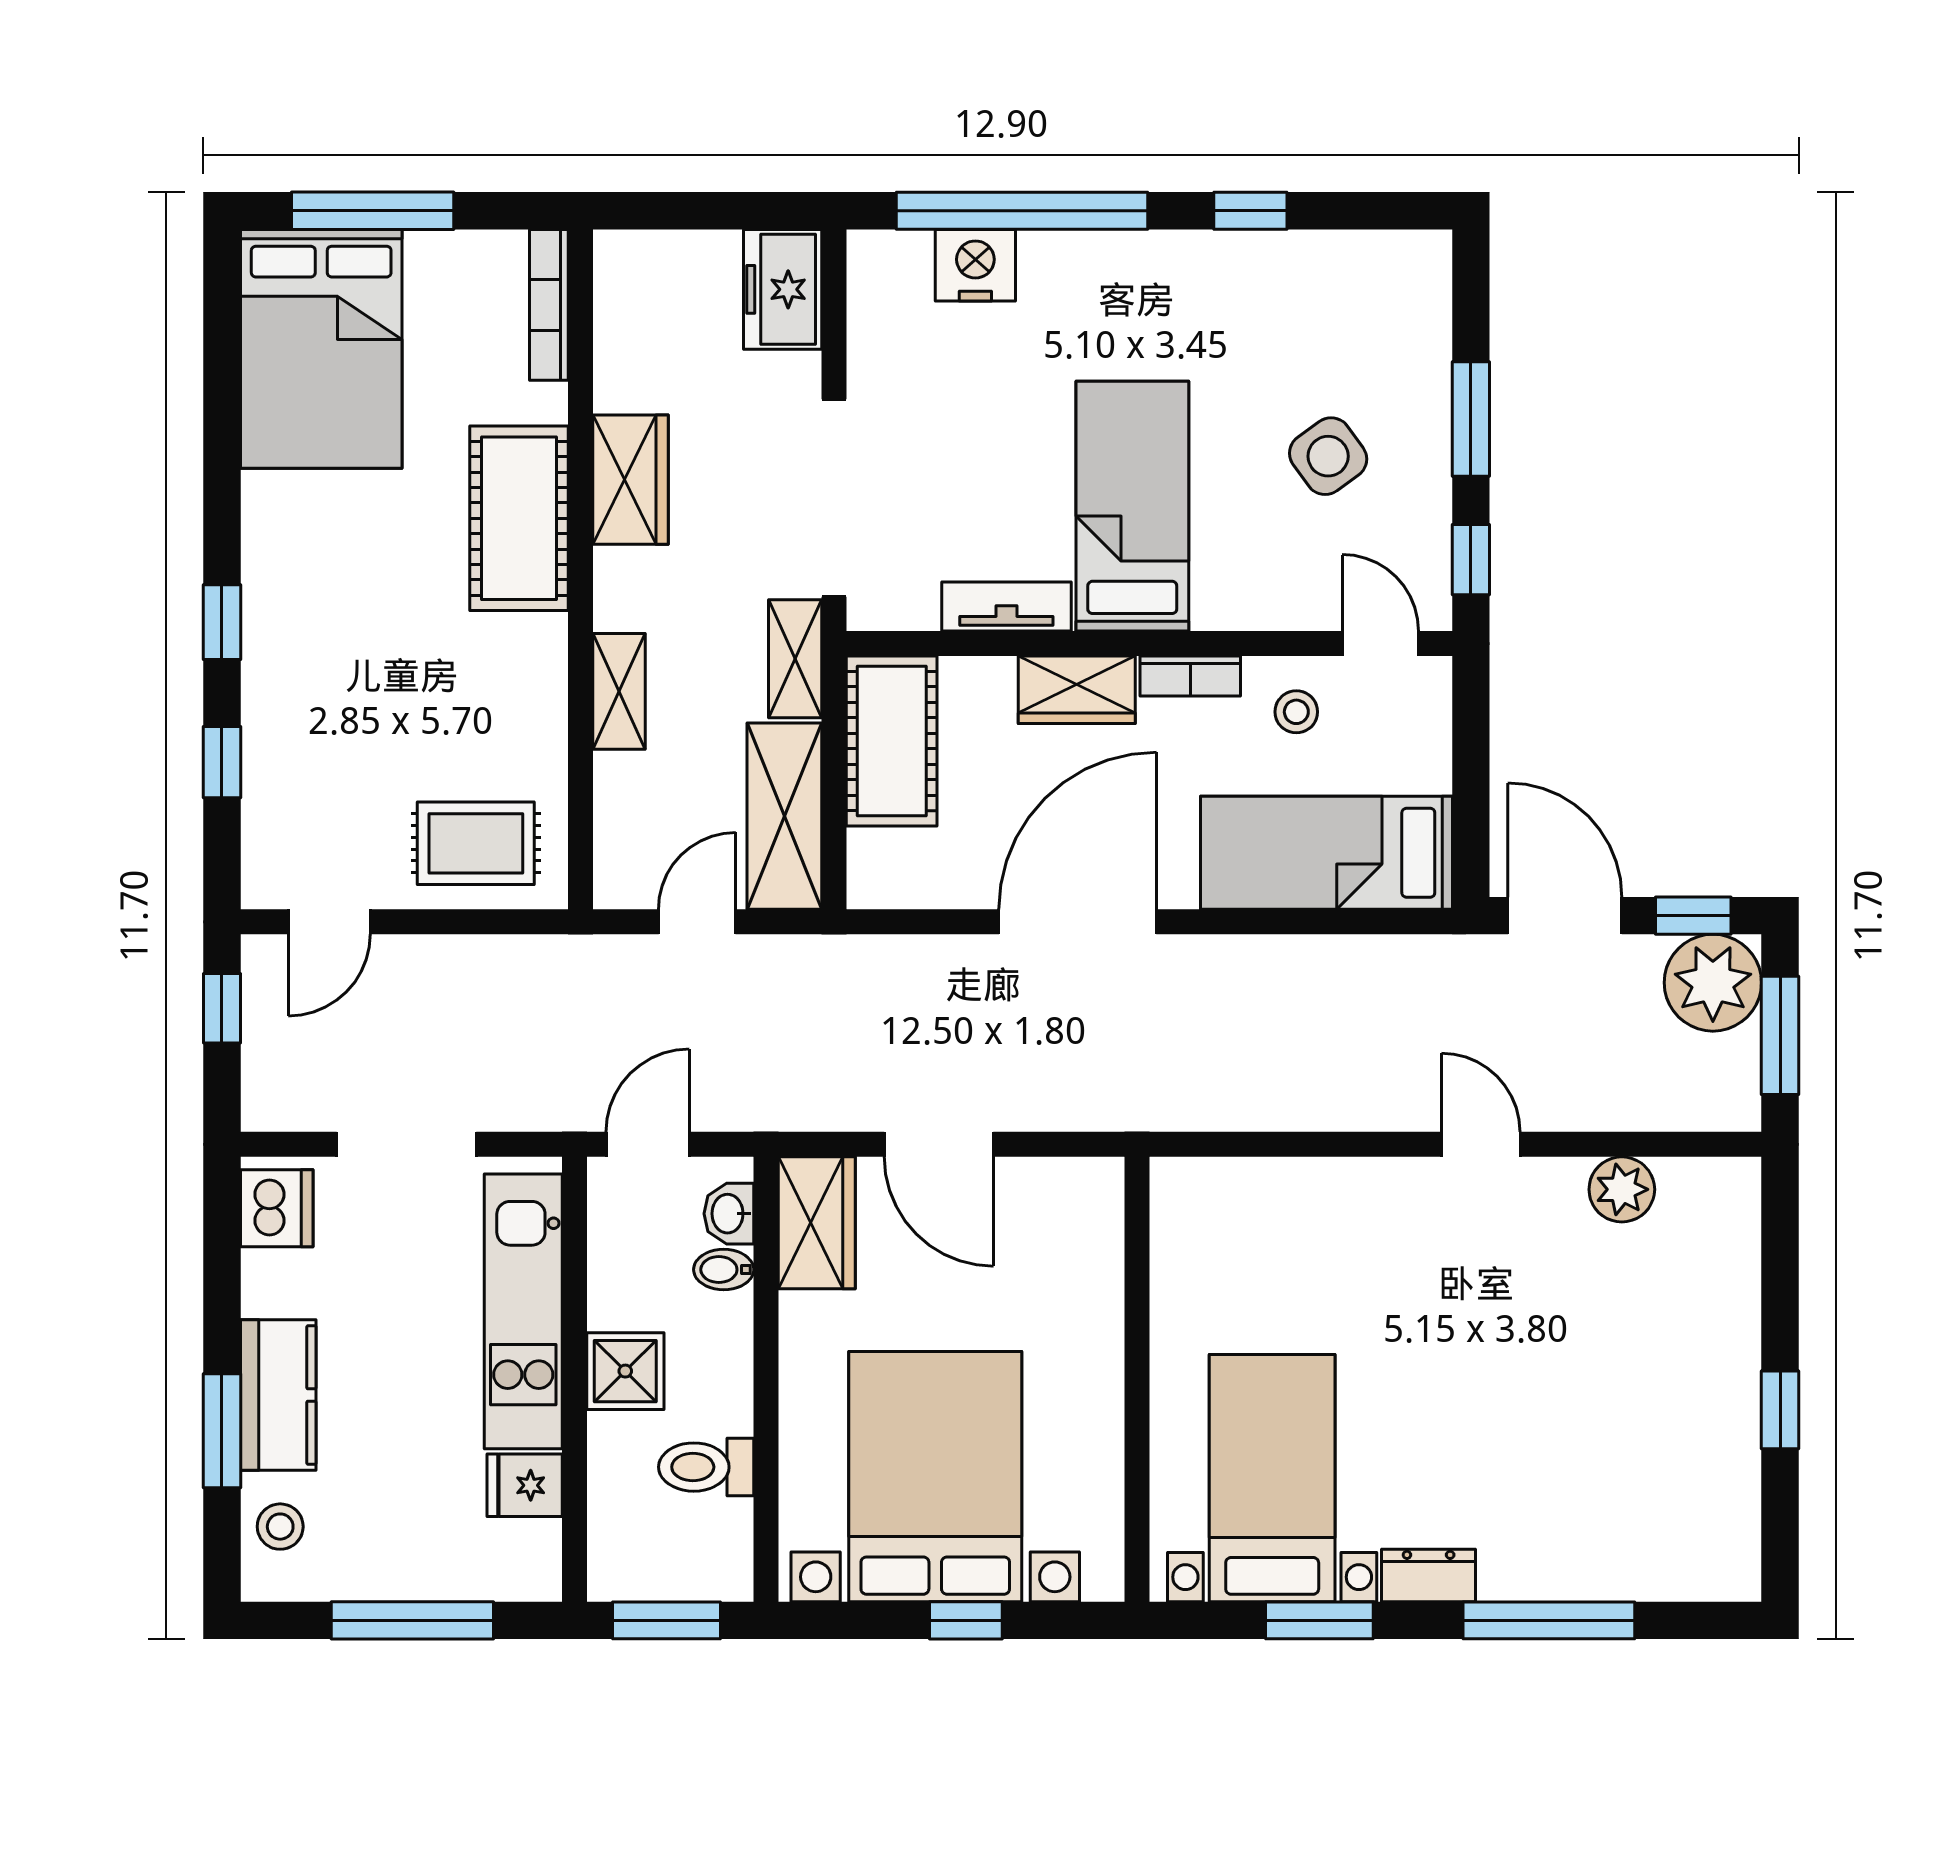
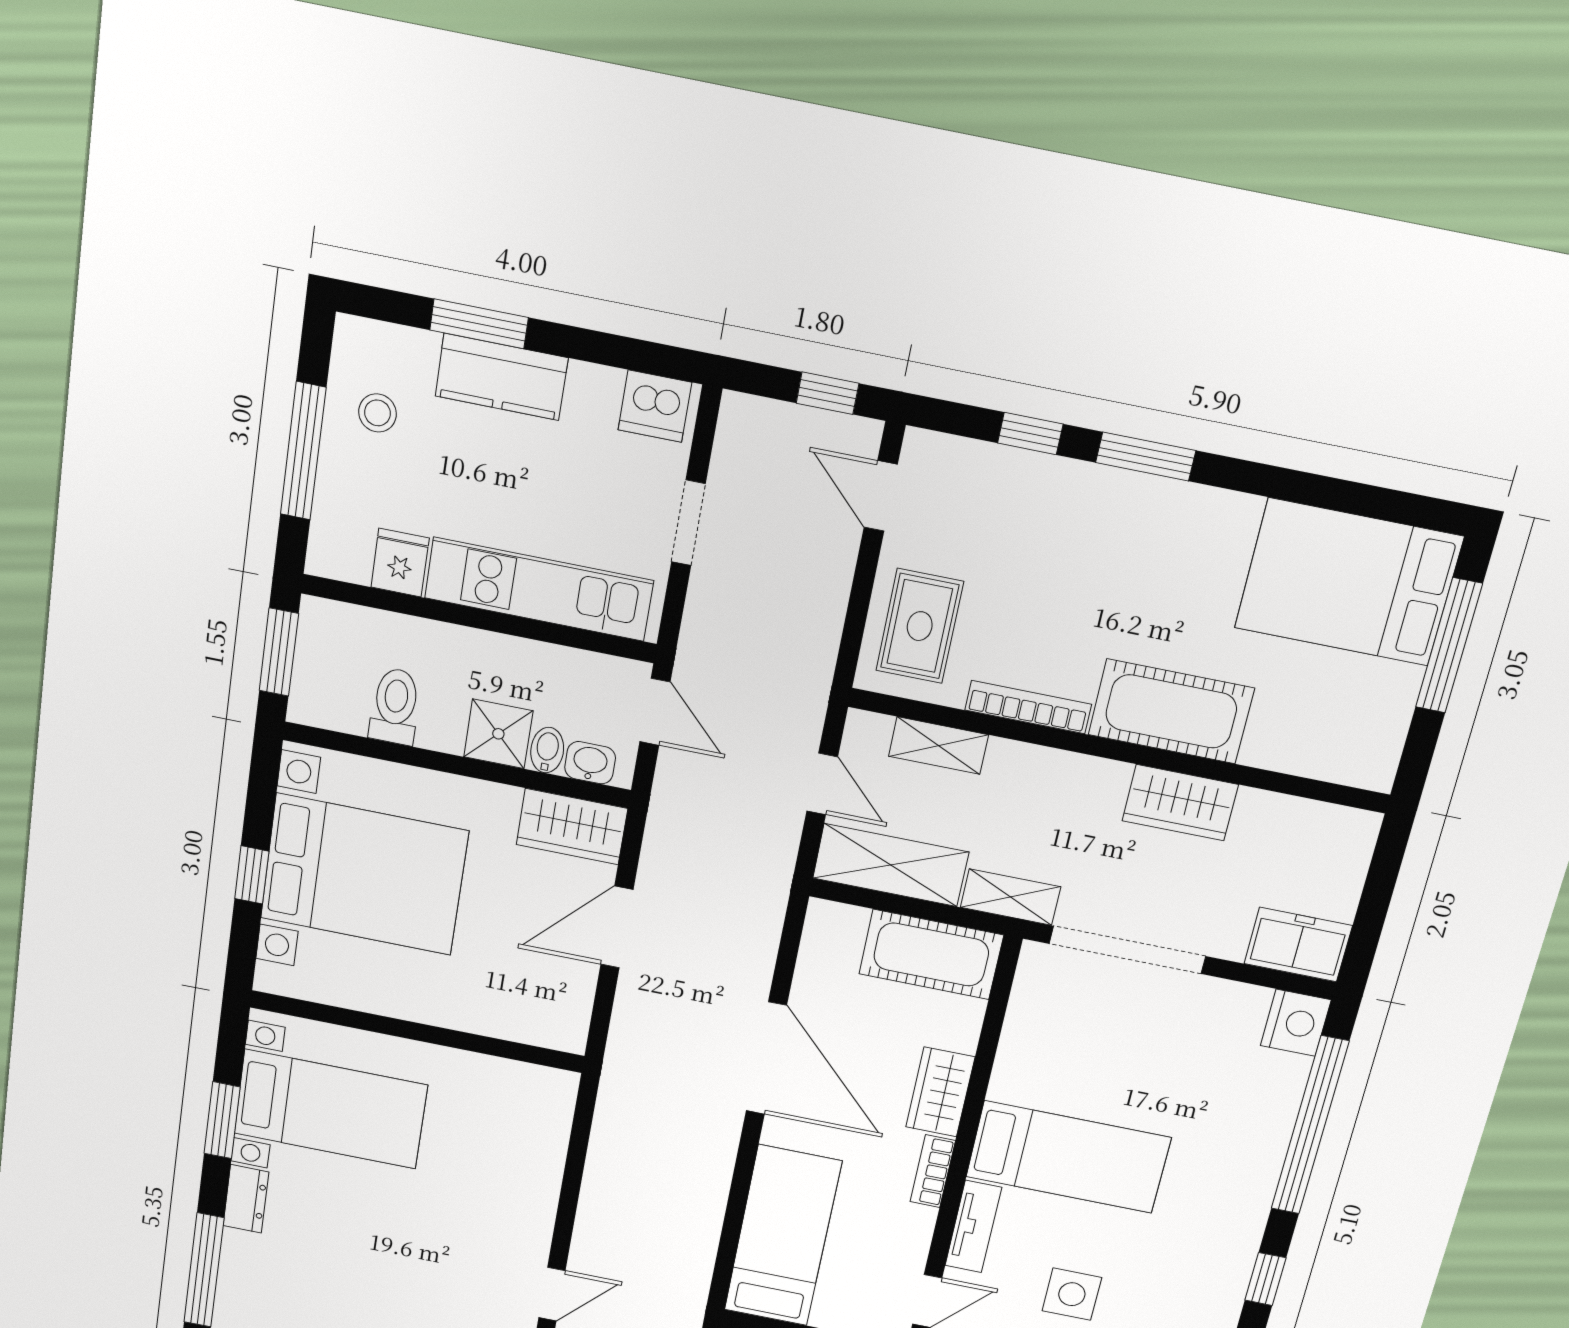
nightstand: (975, 265) -> (1296, 1023), moved
bookcase: (549, 305) -> (1028, 707), moved
side table: (1328, 456) -> (1072, 1294), turned 36
tv unit: (1006, 607) -> (973, 1227), moved
window: (222, 622) -> (1146, 456), width x1.50
shelving: (619, 691) -> (938, 746), moved
stool: (1296, 712) -> (890, 1236), removed
doorway: (407, 1144) -> (688, 523), width x0.73
shower: (625, 1371) -> (498, 734), moved
stool: (280, 1527) -> (377, 413), moved

